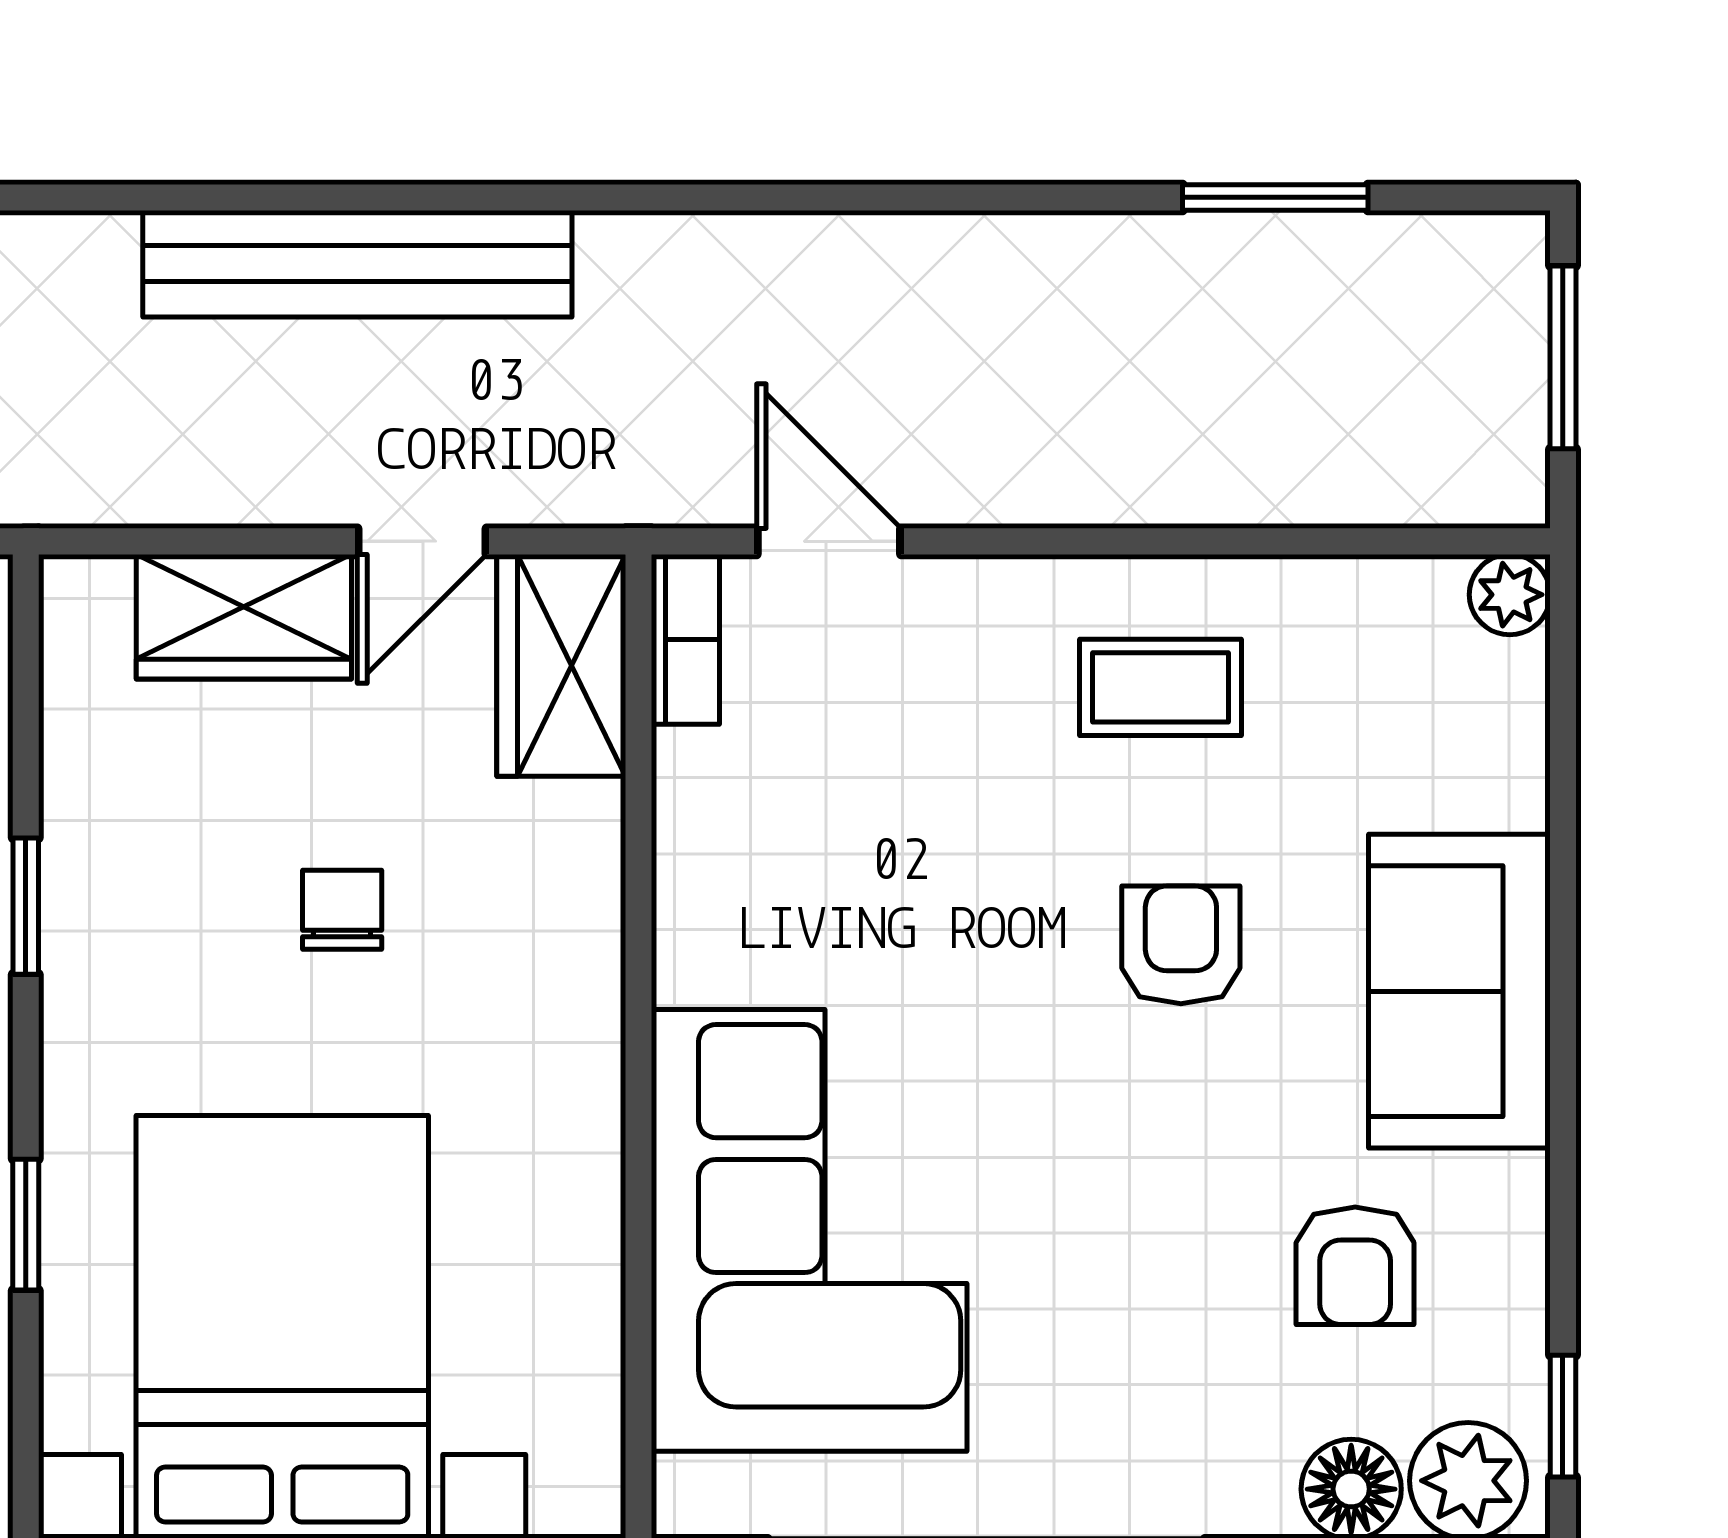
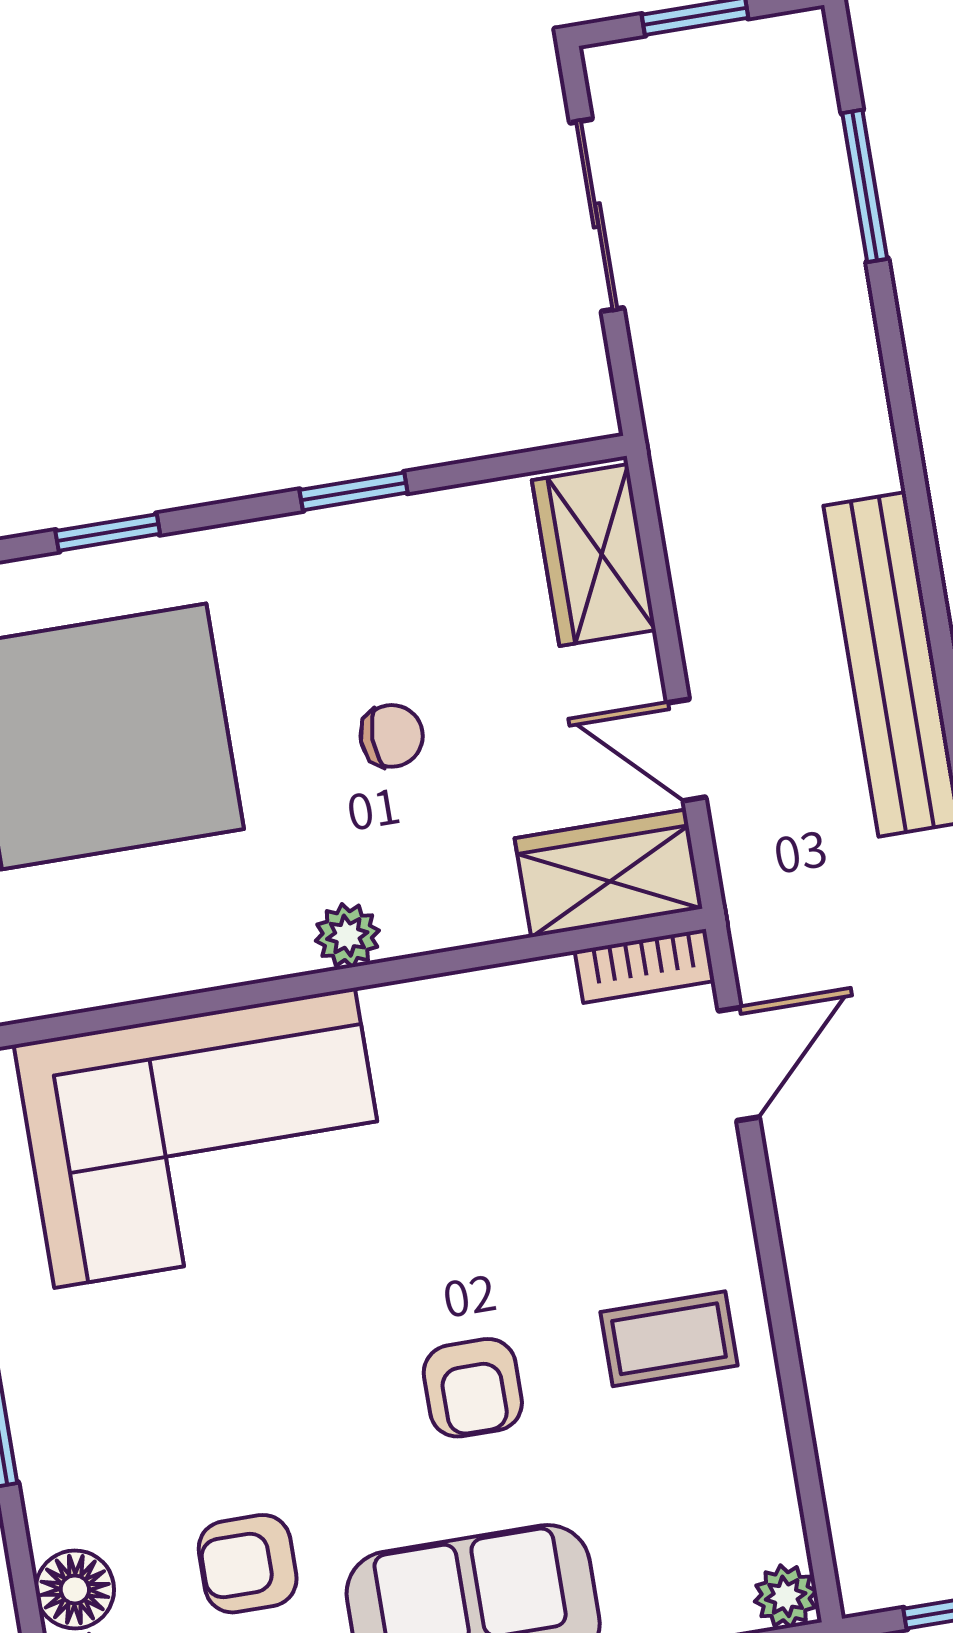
wardrobe: (244, 617) -> (594, 555), moved
coffee table: (1161, 687) -> (669, 1339), turned 90
armchair: (1181, 945) -> (473, 1388), turned 90
plant: (584, 1008) -> (347, 936), added

